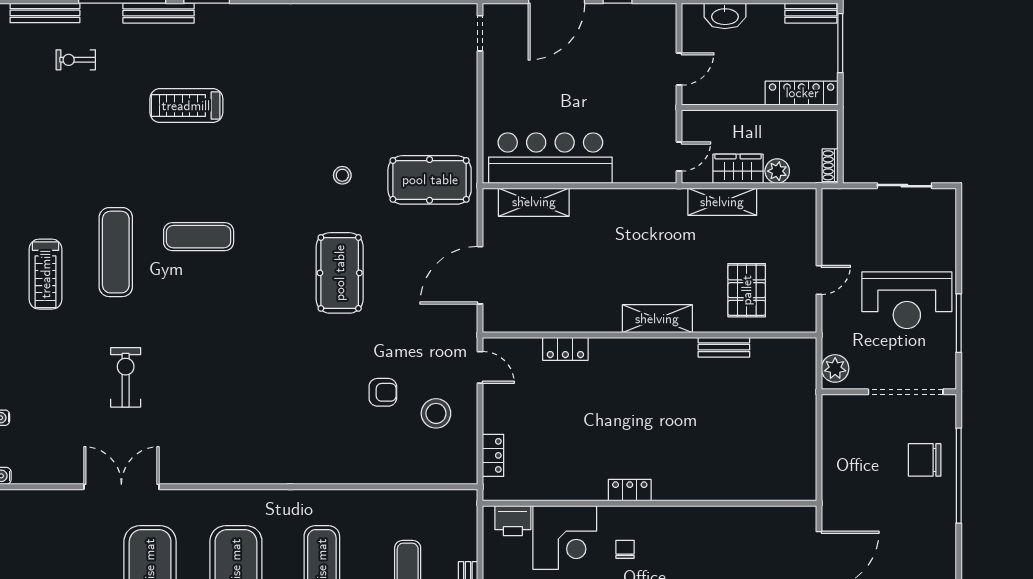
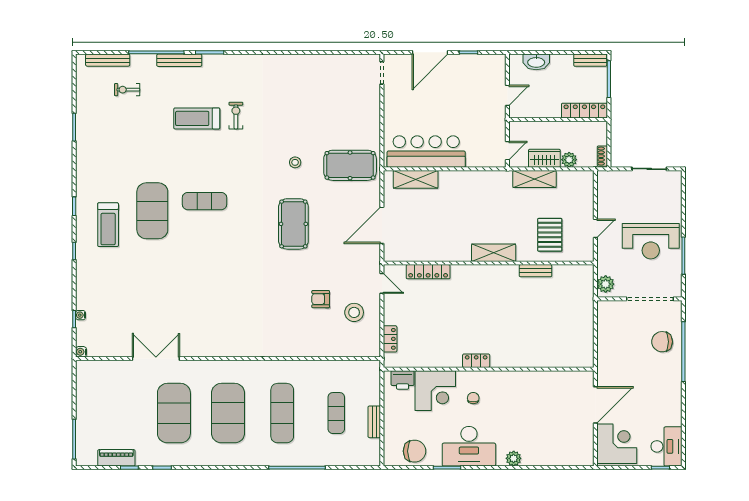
exercise mat: (116, 252) -> (152, 211), width x1.47
locker: (565, 349) -> (428, 272), width x1.53
exercise bike: (126, 377) -> (236, 116), moved, width x0.73, depth x0.72
armchair: (383, 392) -> (321, 299), turned 180

